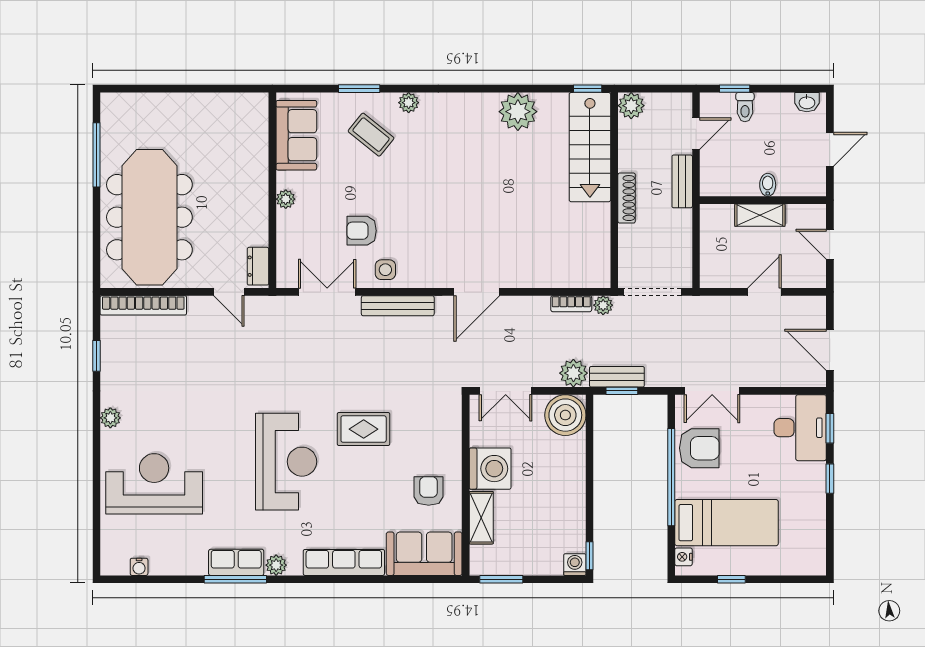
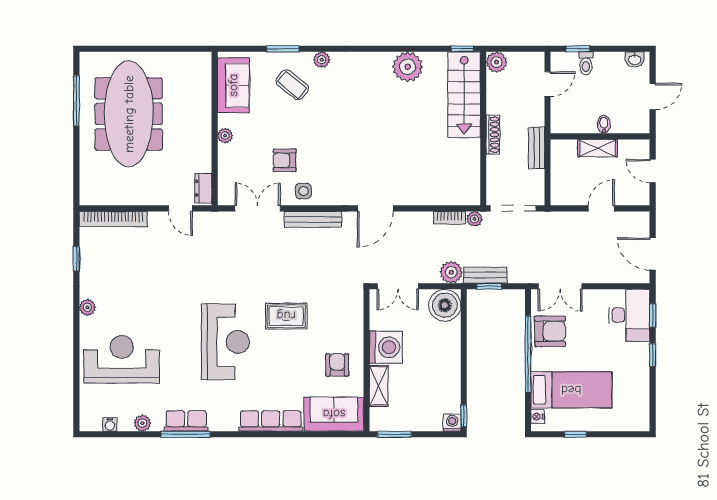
bench: (682, 181) -> (537, 148), moved
meeting table: (149, 217) -> (129, 114), moved
plant: (276, 565) -> (142, 423), moved

